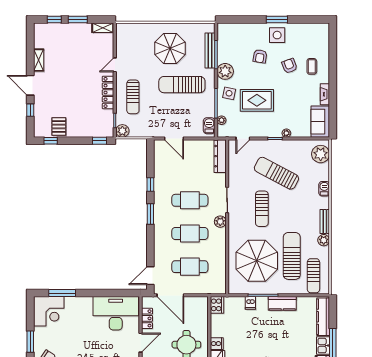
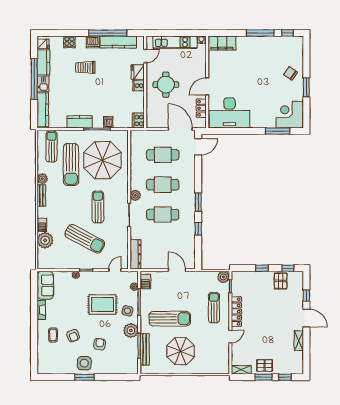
pallet: (77, 33) -> (265, 365), added
window: (100, 141) -> (262, 268), moved
plant: (321, 154) -> (45, 240), moved

